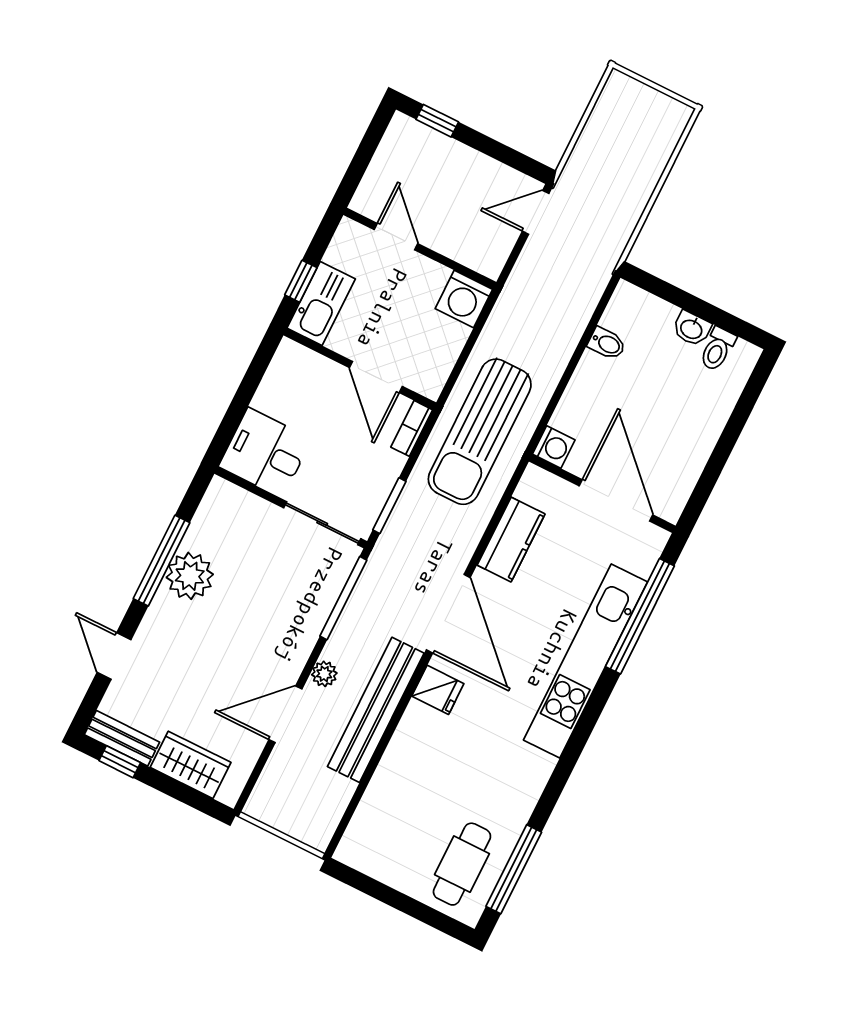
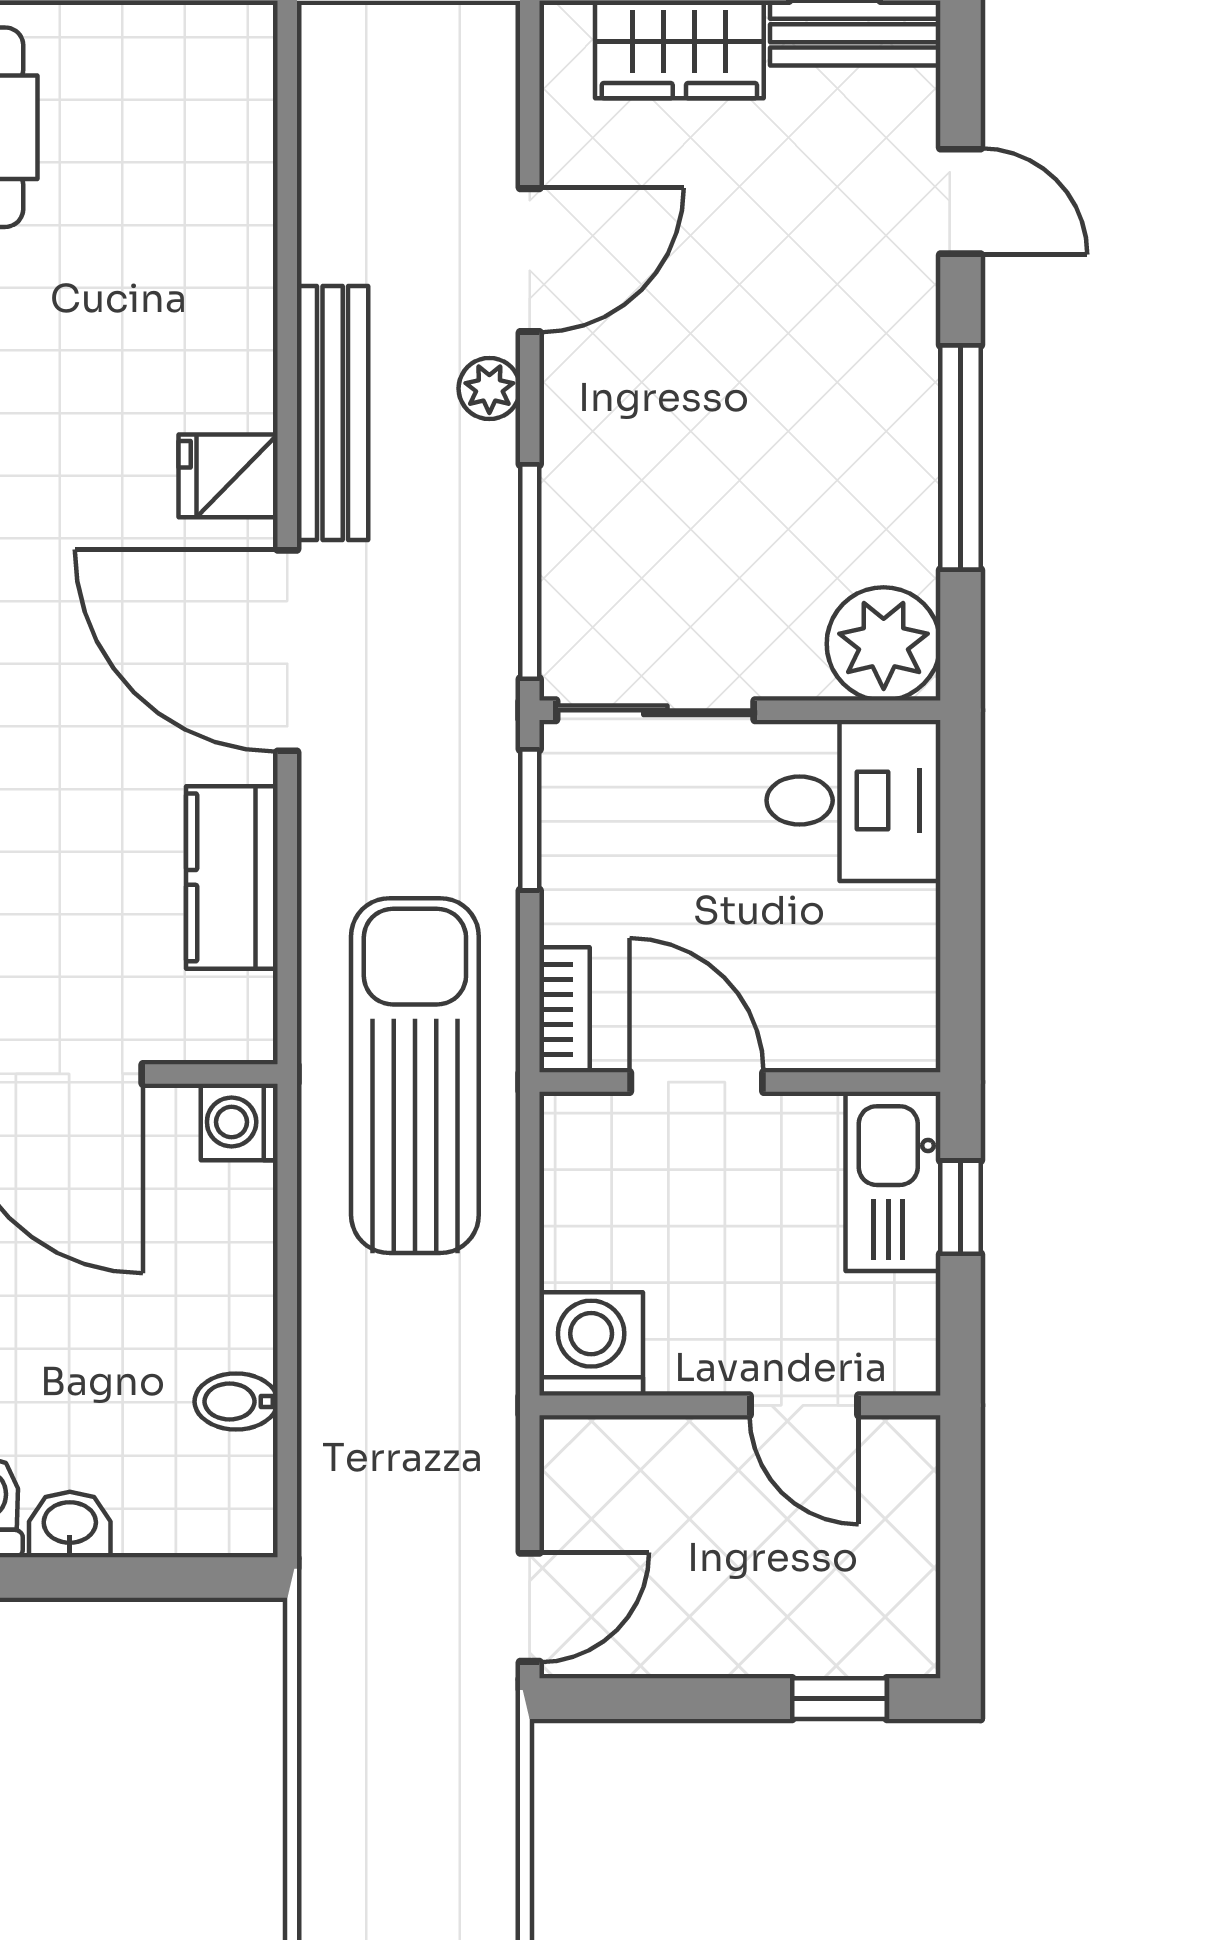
plant: (190, 576) -> (884, 644), moved
bench: (376, 710) -> (333, 413), width x0.73, depth x0.82

